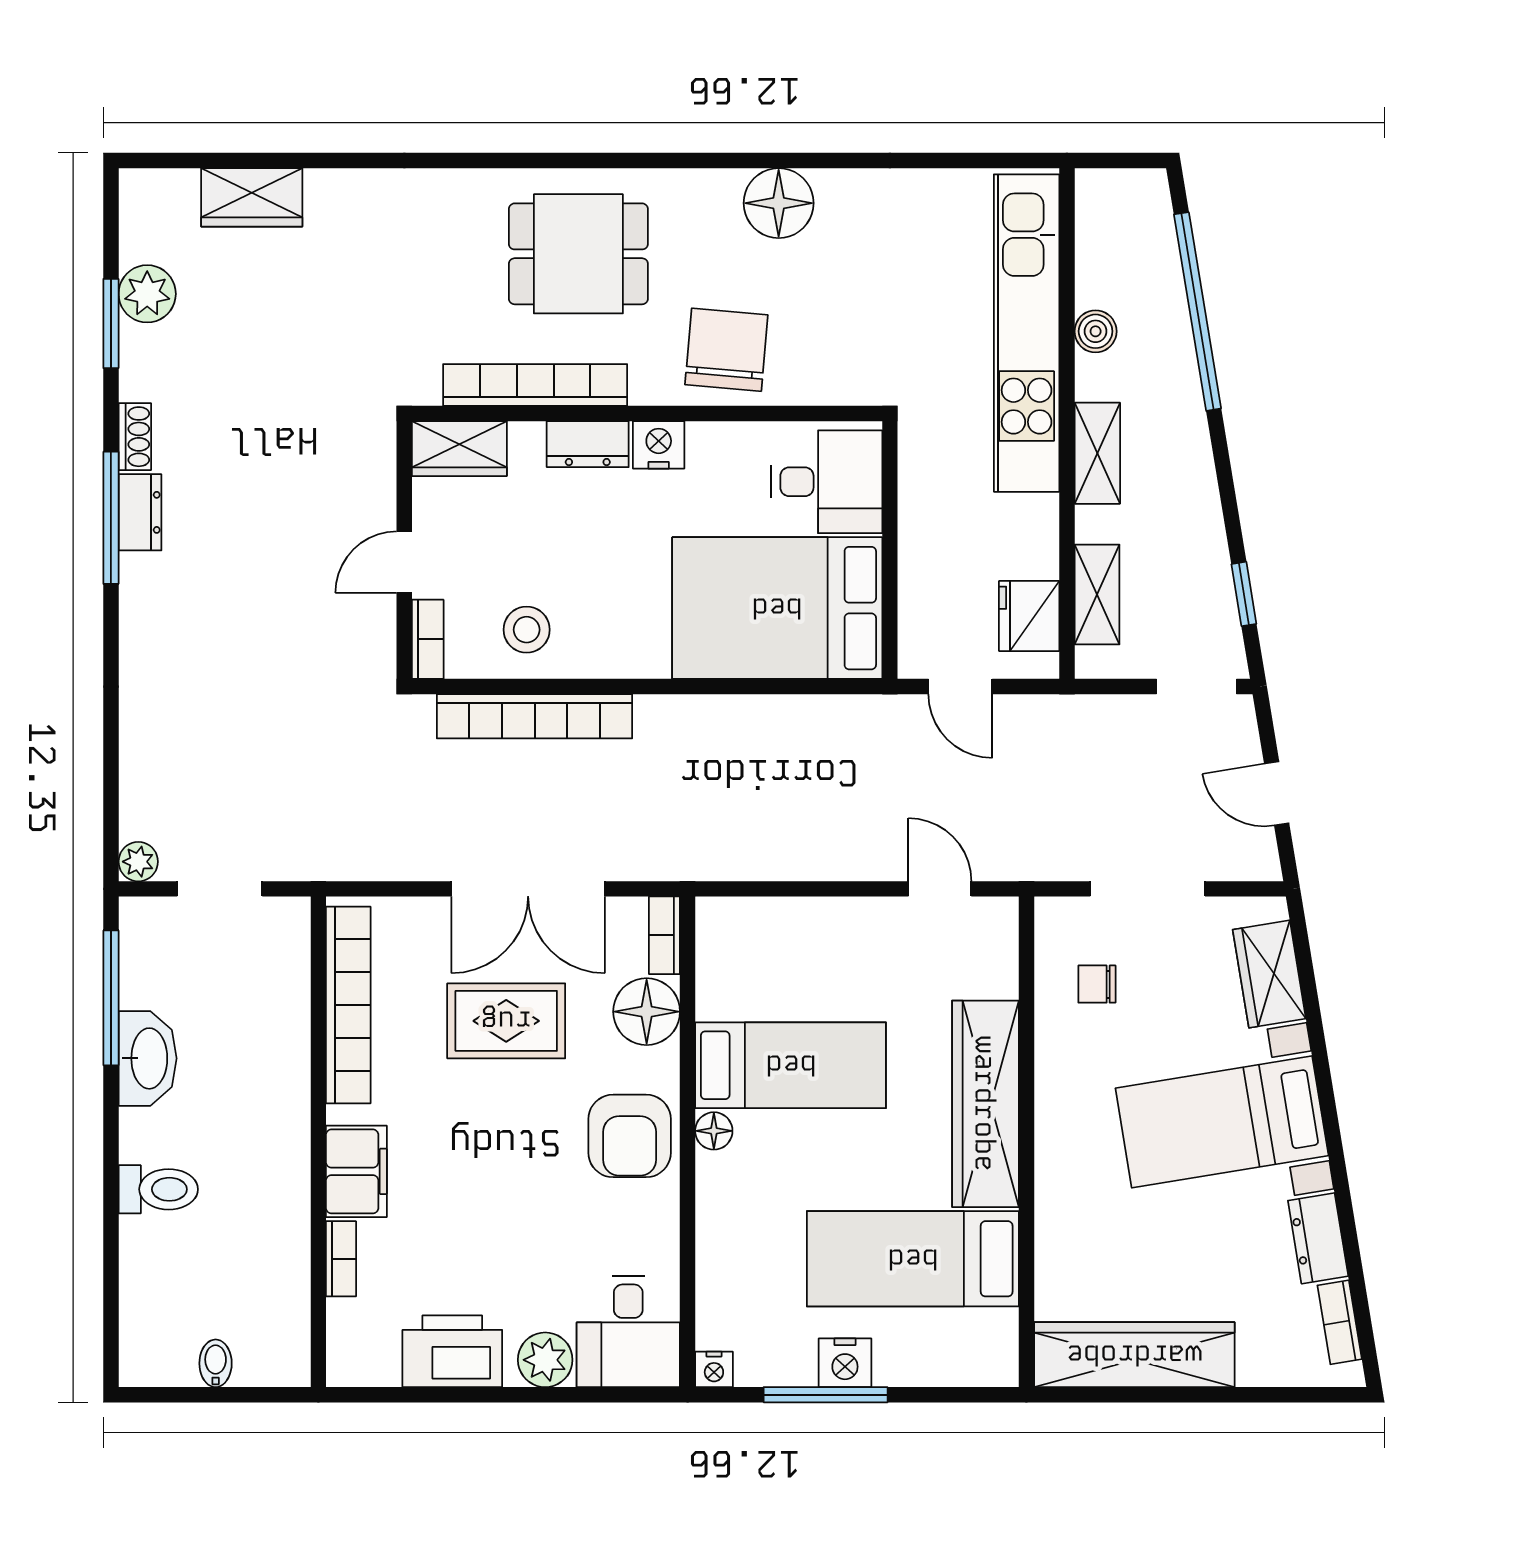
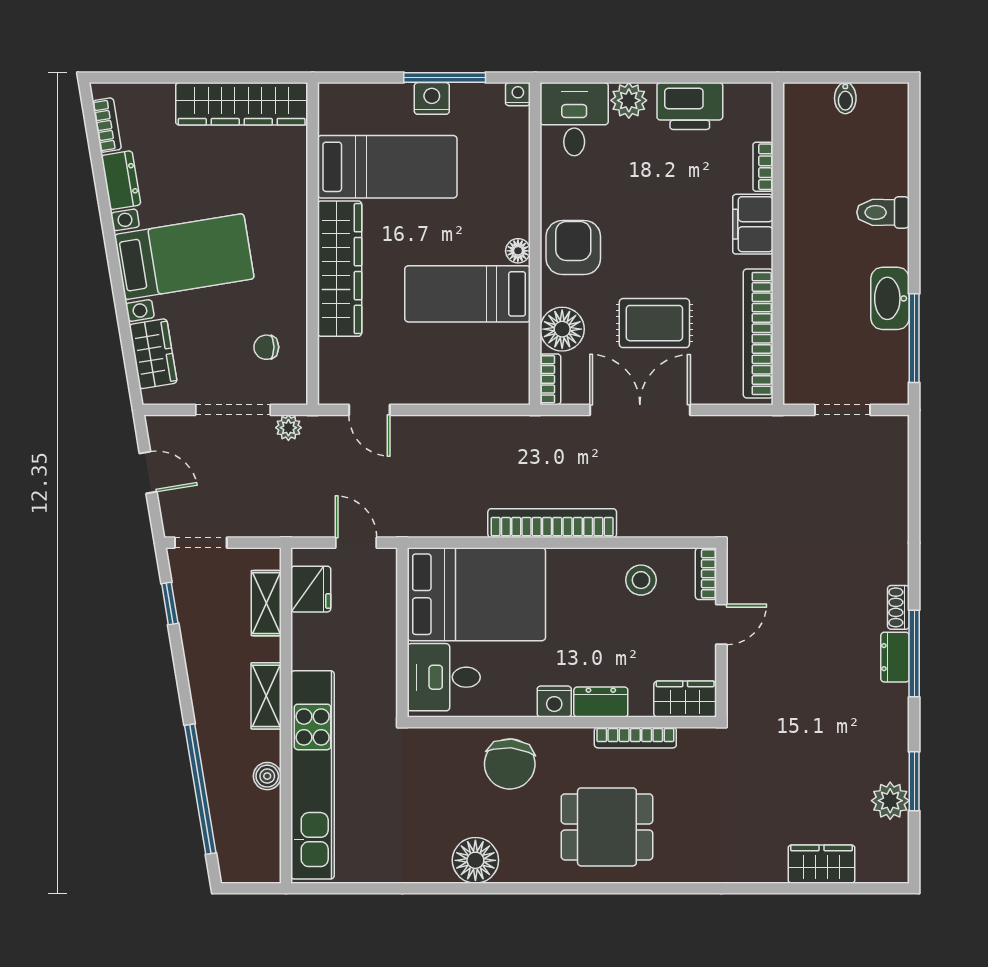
bookcase: (535, 385) -> (635, 738), width x0.68, depth x0.76
shoe rack: (135, 437) -> (898, 607), moved
bookcase: (535, 716) -> (552, 523), moved
plant: (138, 862) -> (288, 428), moved
chair: (1097, 984) -> (266, 347), turned 180

